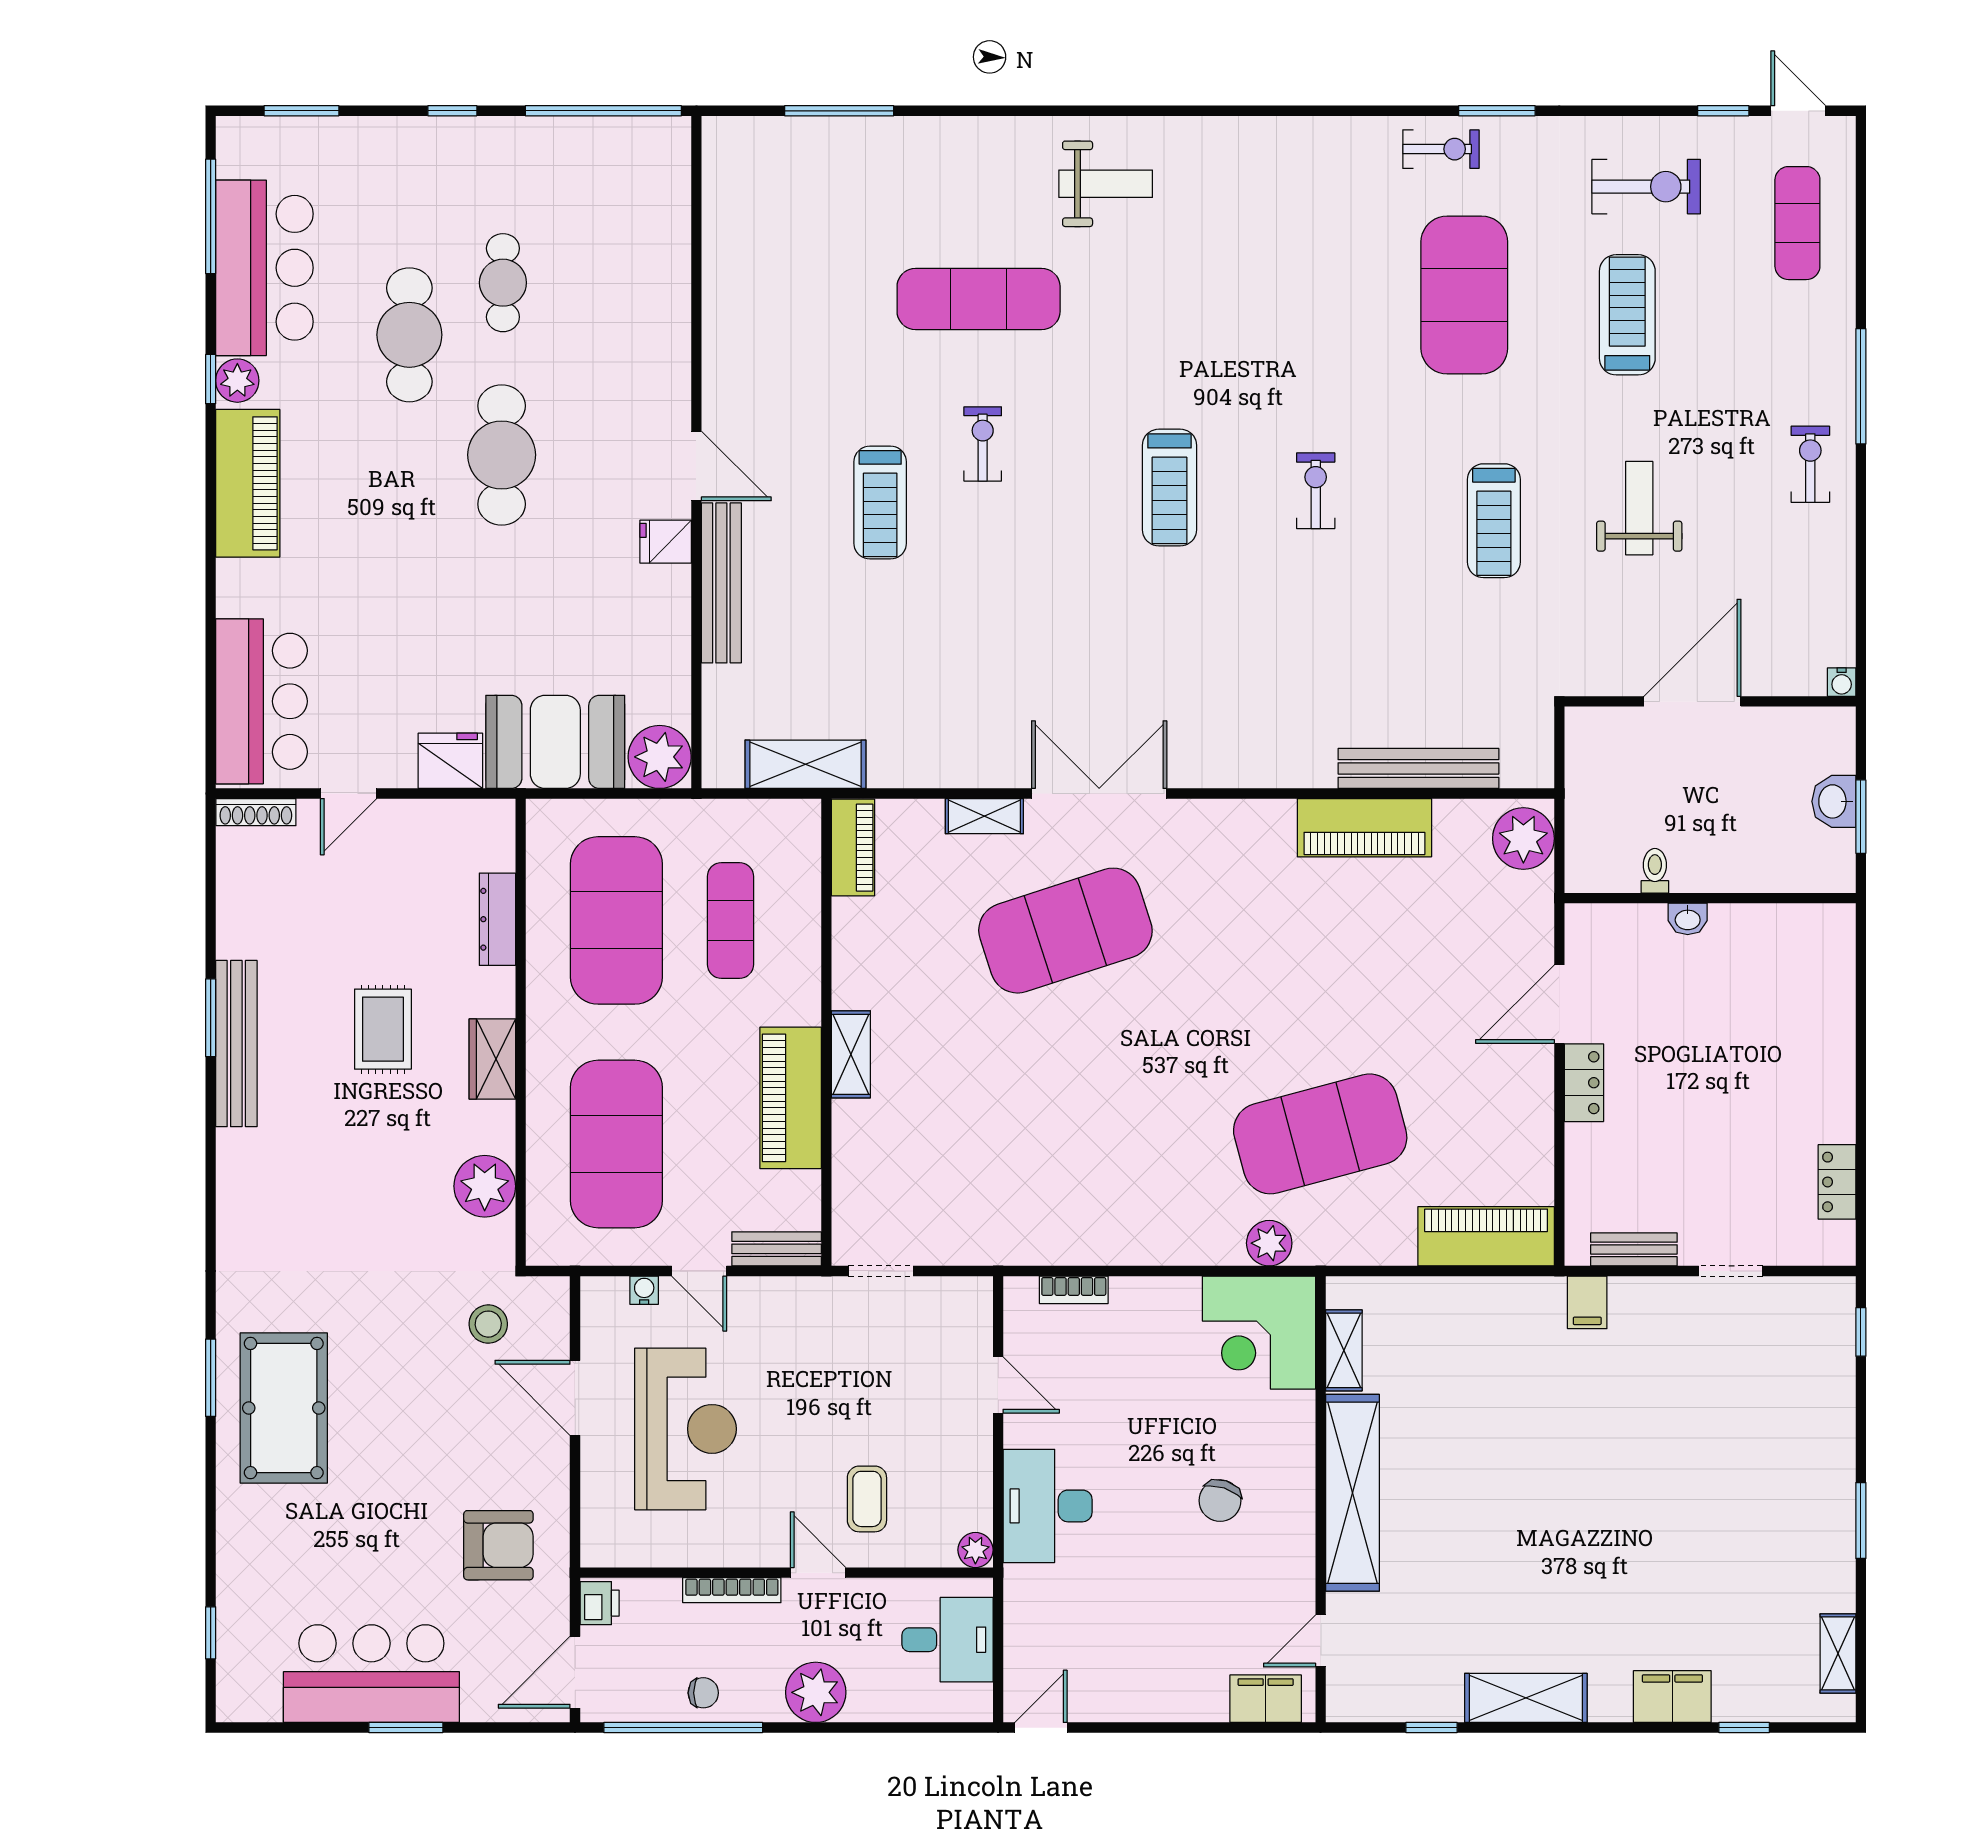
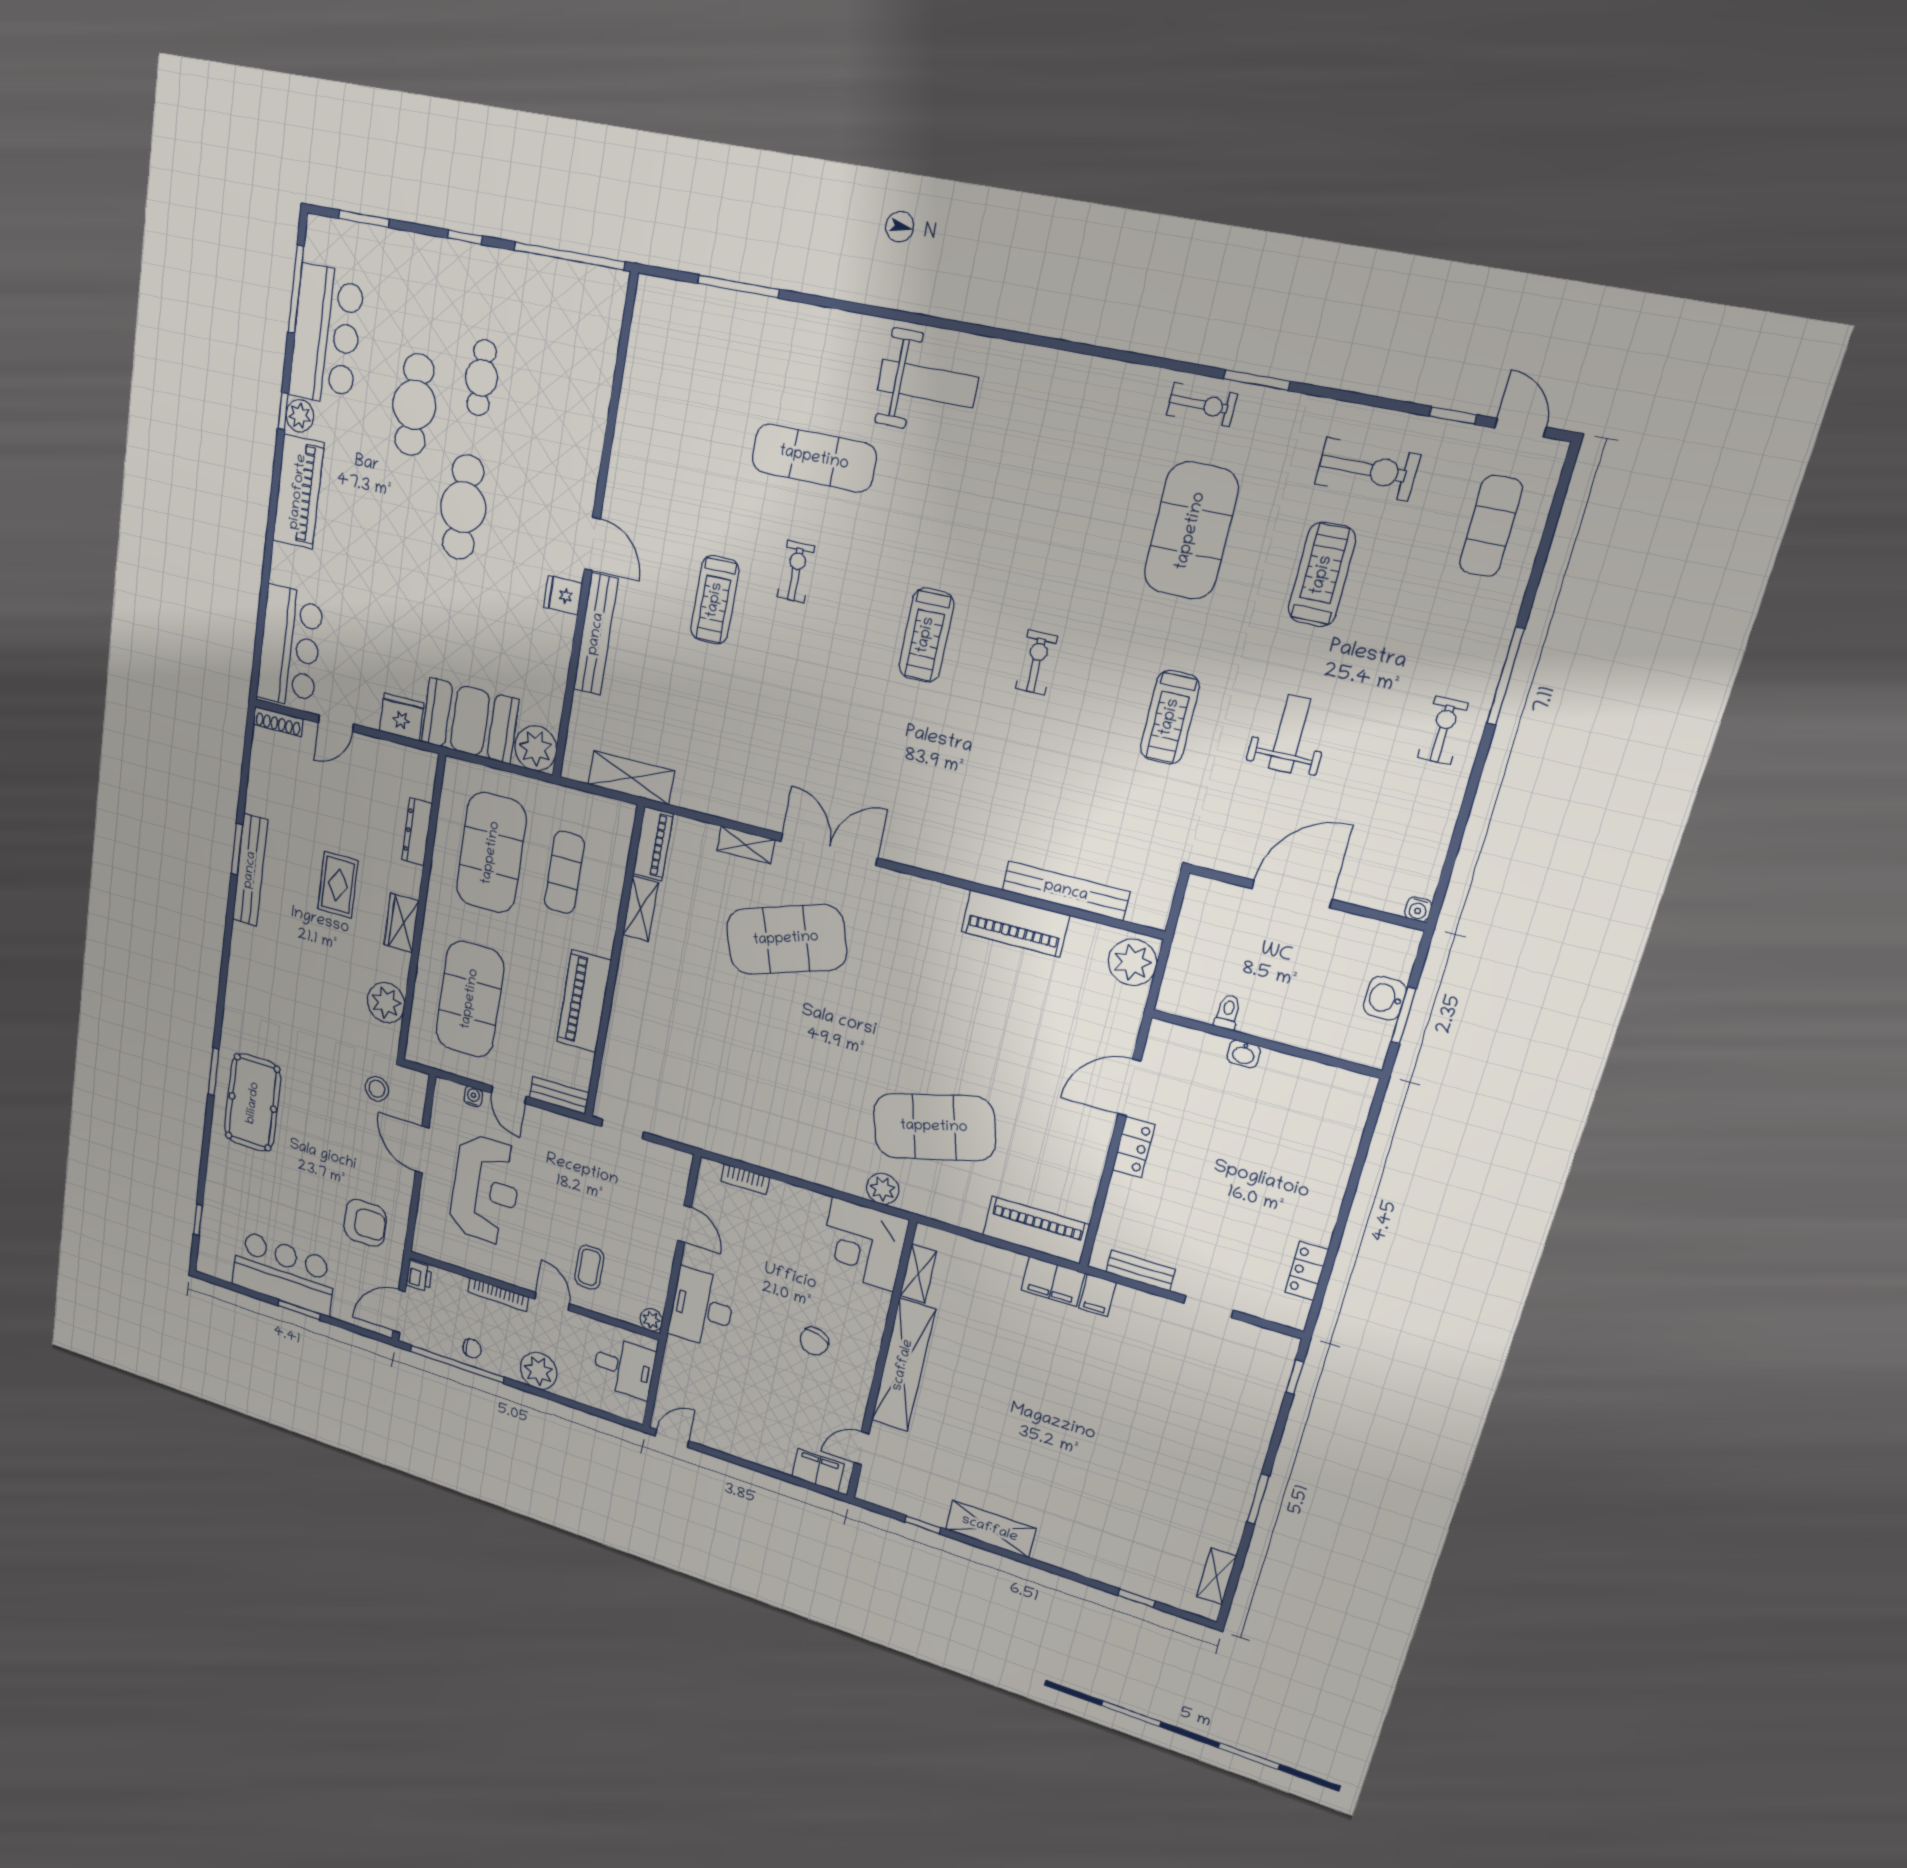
weight bench: (1106, 184) -> (928, 384), width x1.36, depth x1.33
shelving: (851, 1054) -> (640, 909), moved
filing cabinet: (1672, 1697) -> (1053, 1281), moved, turned 180

